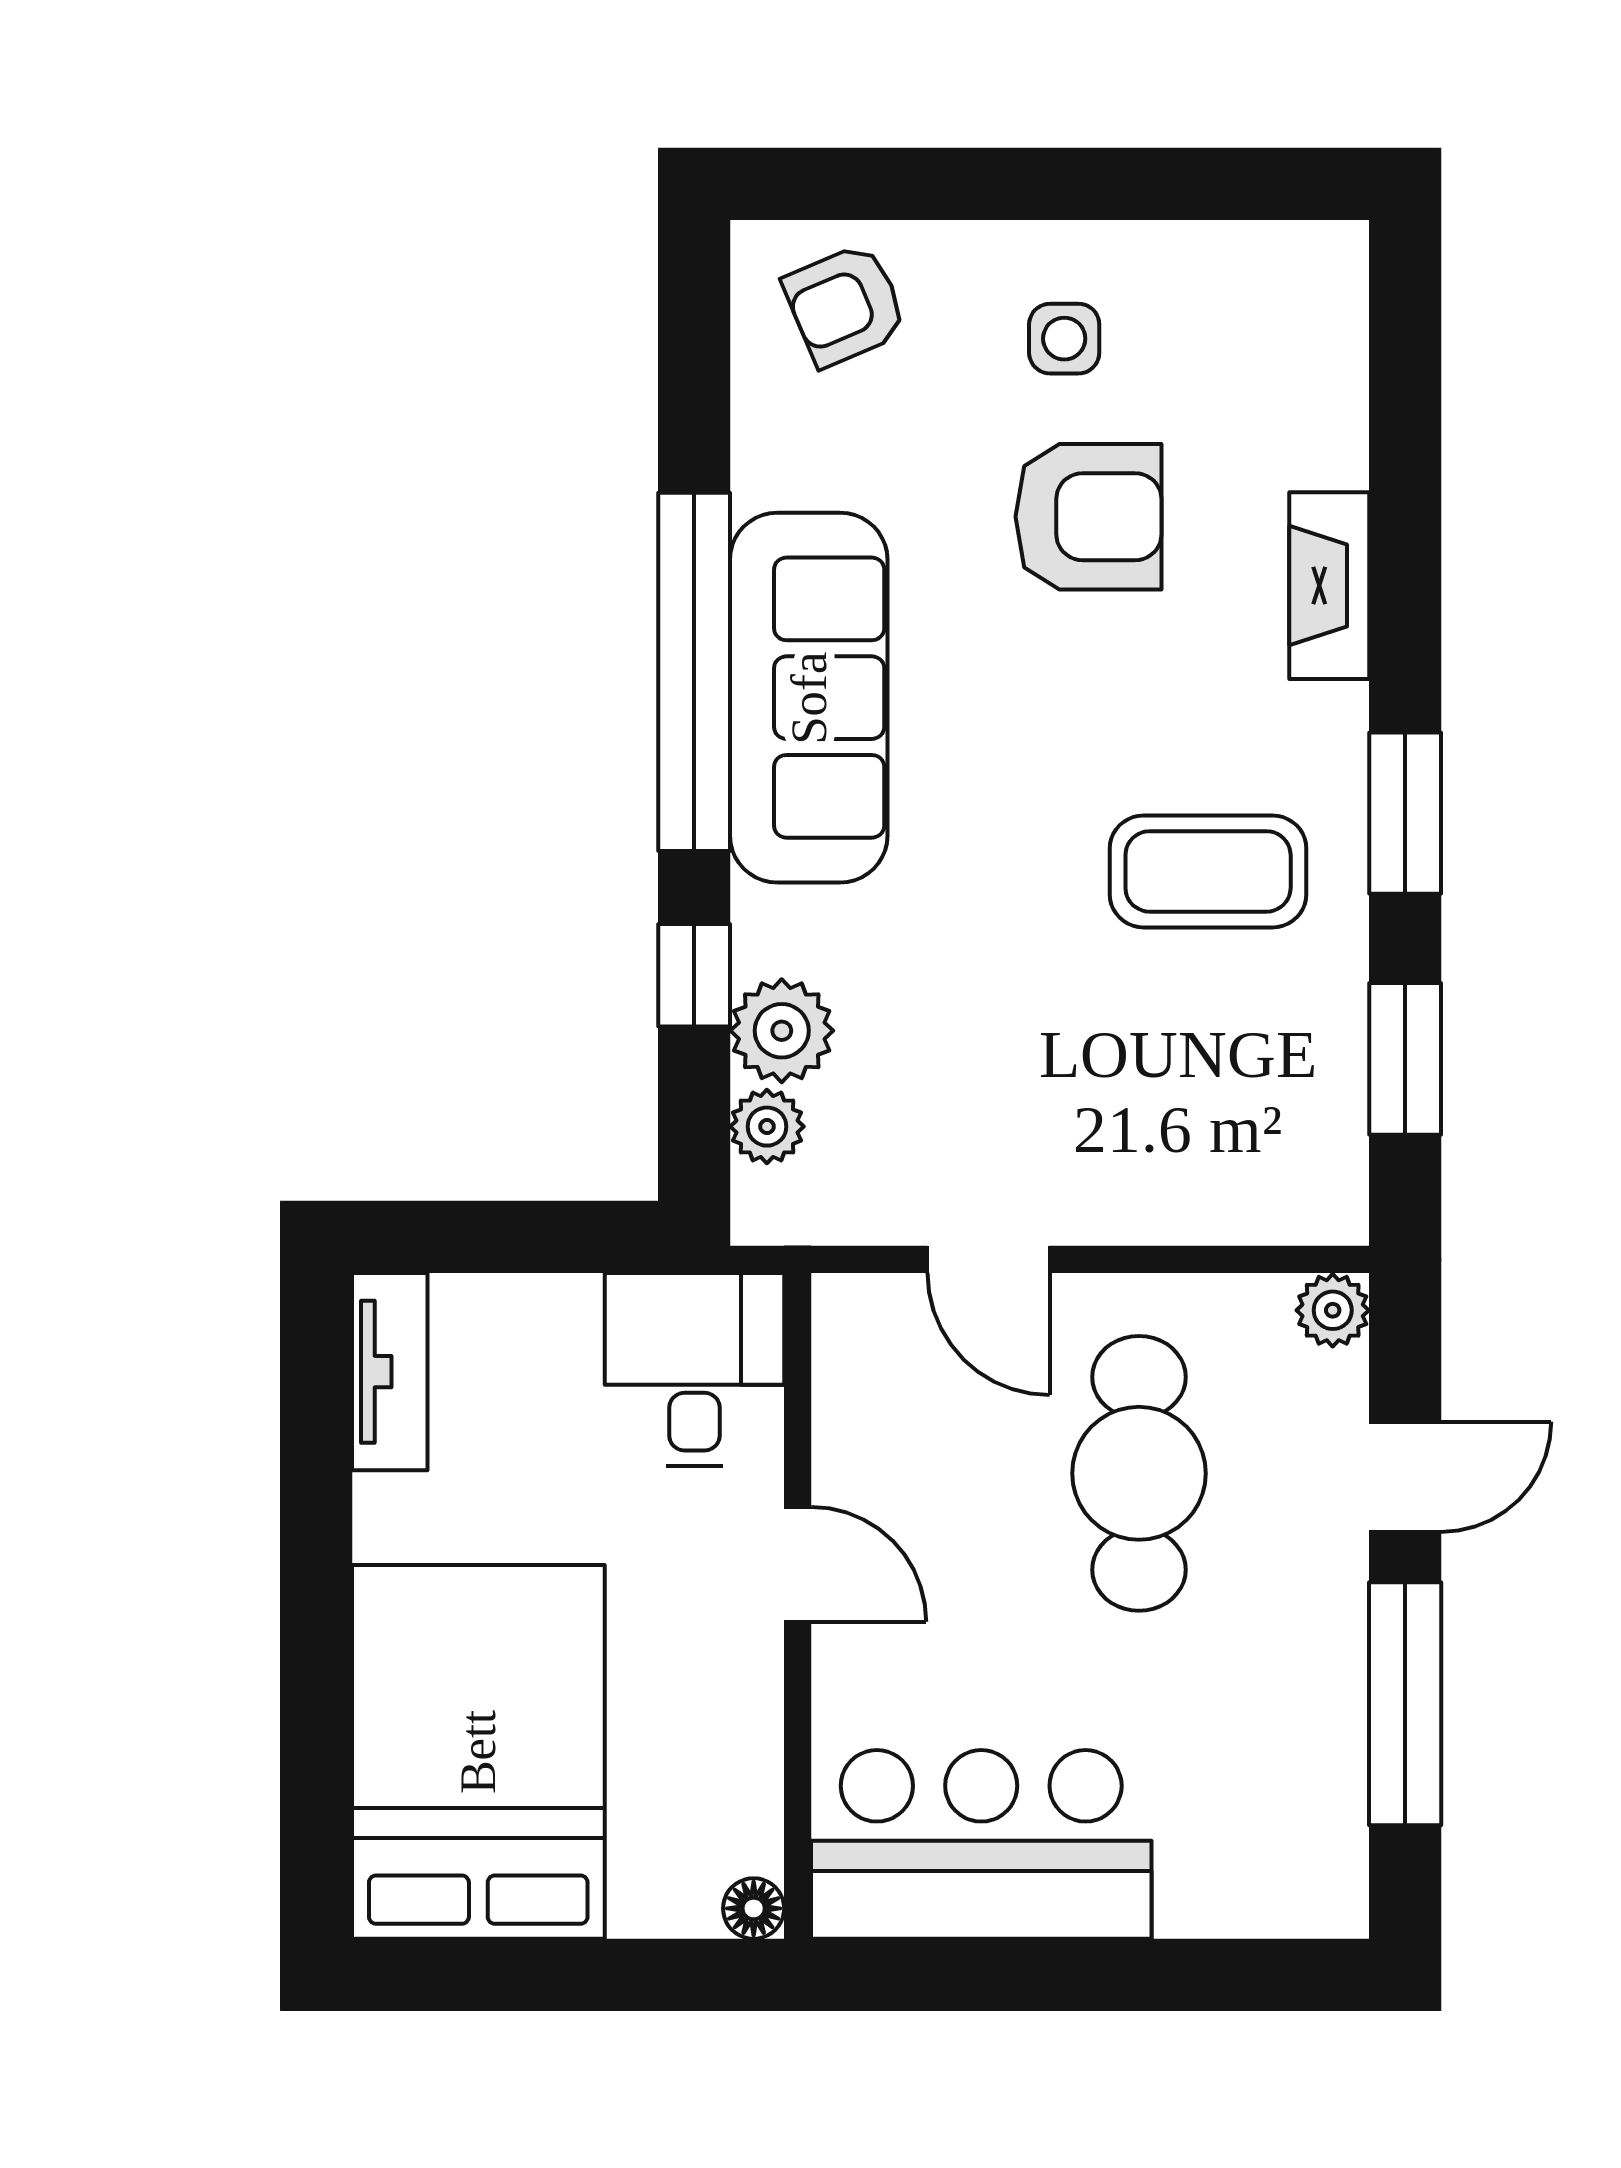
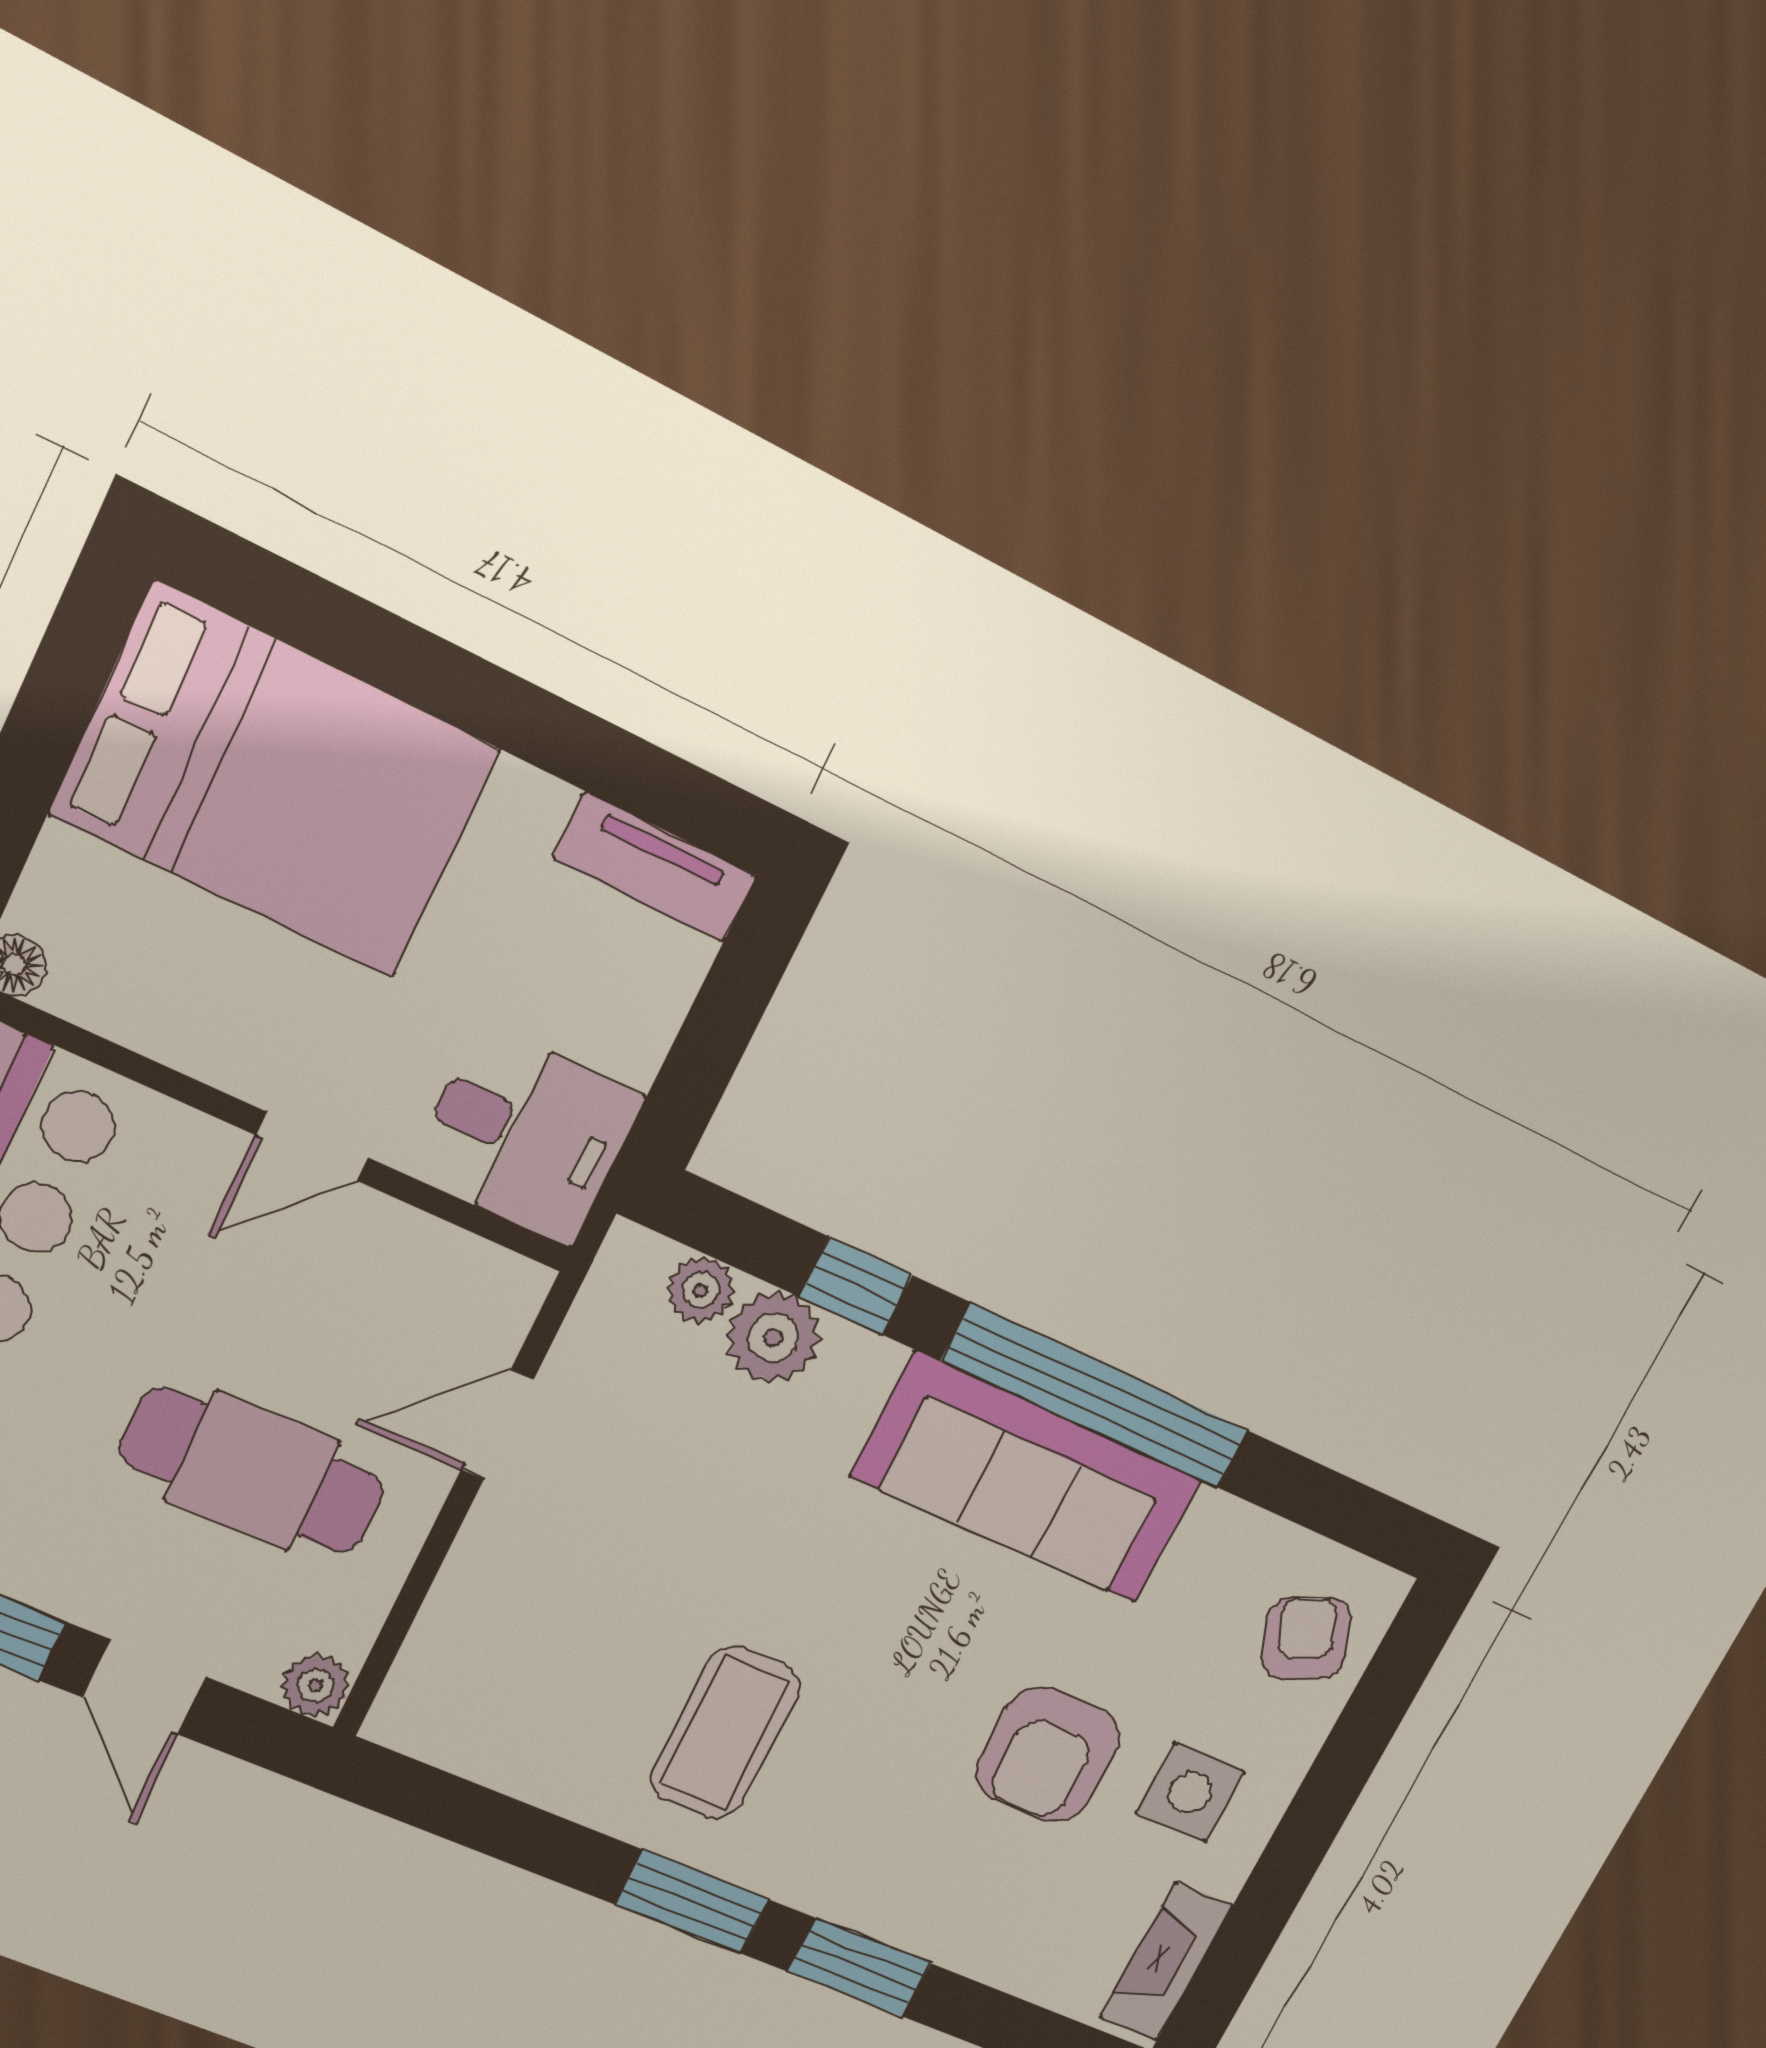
side table: (1064, 339) -> (1190, 1793), width x1.37, depth x1.37
fireplace: (1329, 586) -> (1166, 1962), moved, turned -90
window: (1405, 1059) -> (859, 1967), moved

